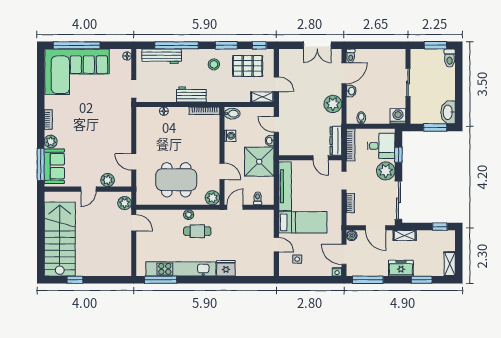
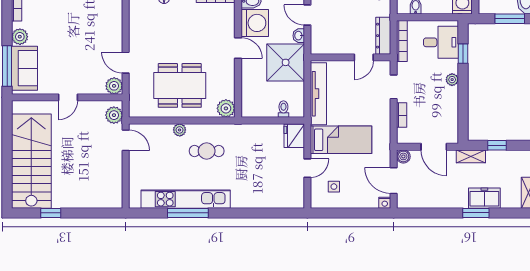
washing machine: (230, 136) -> (255, 23), width x1.89, depth x1.89
door: (321, 158) -> (364, 57), hinge flipped
door: (222, 171) -> (238, 48), moved
plant: (386, 171) -> (452, 80), width x0.53, depth x0.53
plant: (108, 180) -> (114, 86), moved
sliding door: (398, 200) -> (463, 112), removed
door: (235, 207) -> (255, 121), removed
plant: (189, 215) -> (180, 130), moved
window: (440, 227) -> (497, 145), moved
door: (276, 245) -> (307, 168), hinge flipped
fridge: (226, 268) -> (294, 136), moved, turned -90
freezer: (401, 268) -> (484, 198), moved
window: (161, 280) -> (188, 213), moved
window: (368, 280) -> (424, 213), removed
window: (422, 280) -> (476, 213), moved

